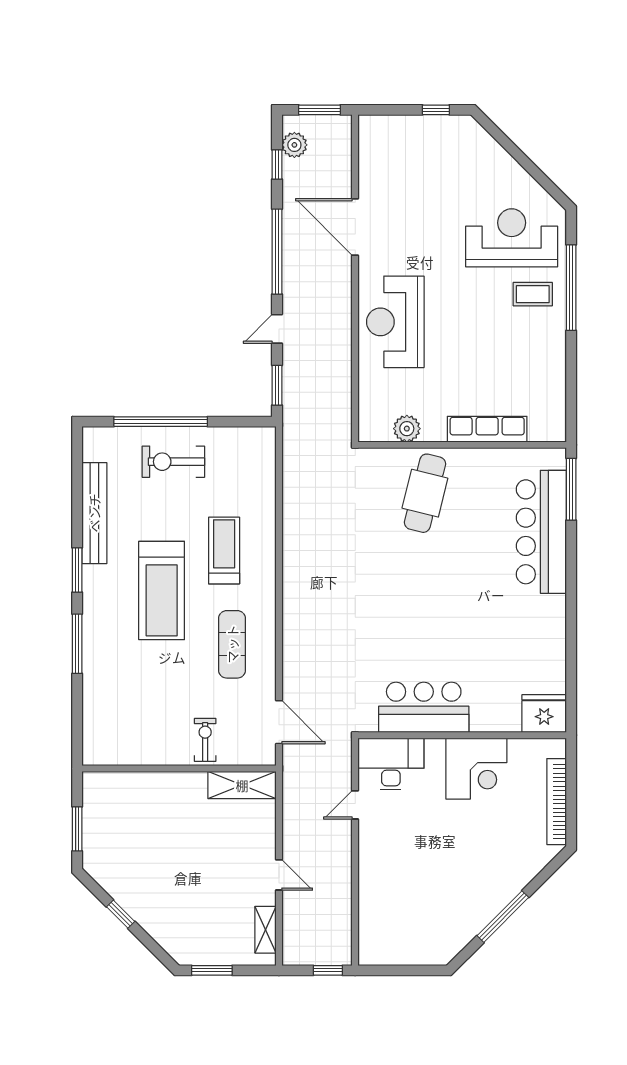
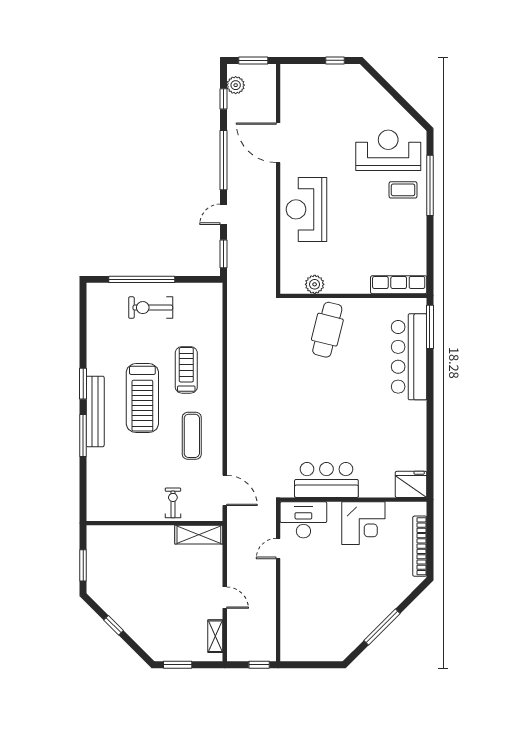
row of seats: (487, 429) -> (399, 285), moved
bench: (94, 513) -> (95, 411), moved

